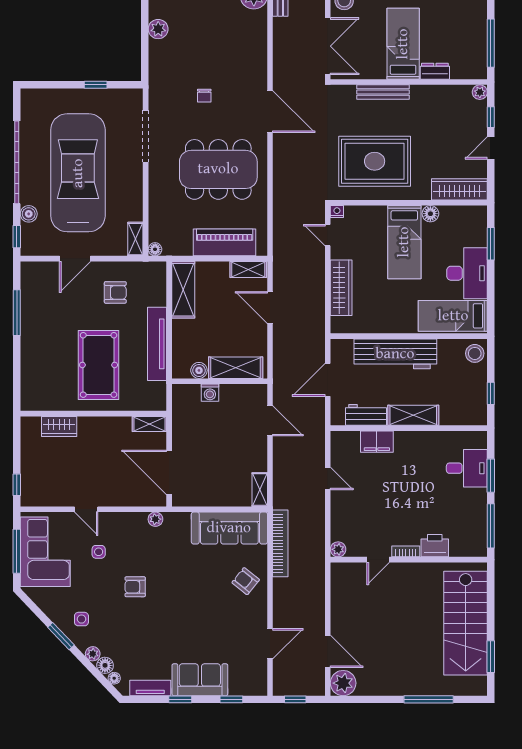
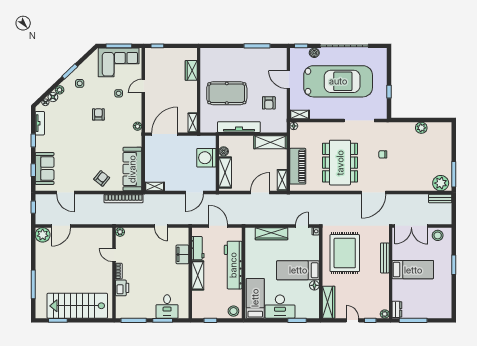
dresser: (435, 71) -> (397, 309), moved
washing machine: (210, 393) -> (206, 158), width x1.89, depth x1.89
door: (328, 478) -> (161, 226), hinge flipped
sofa: (200, 680) -> (45, 168), moved

